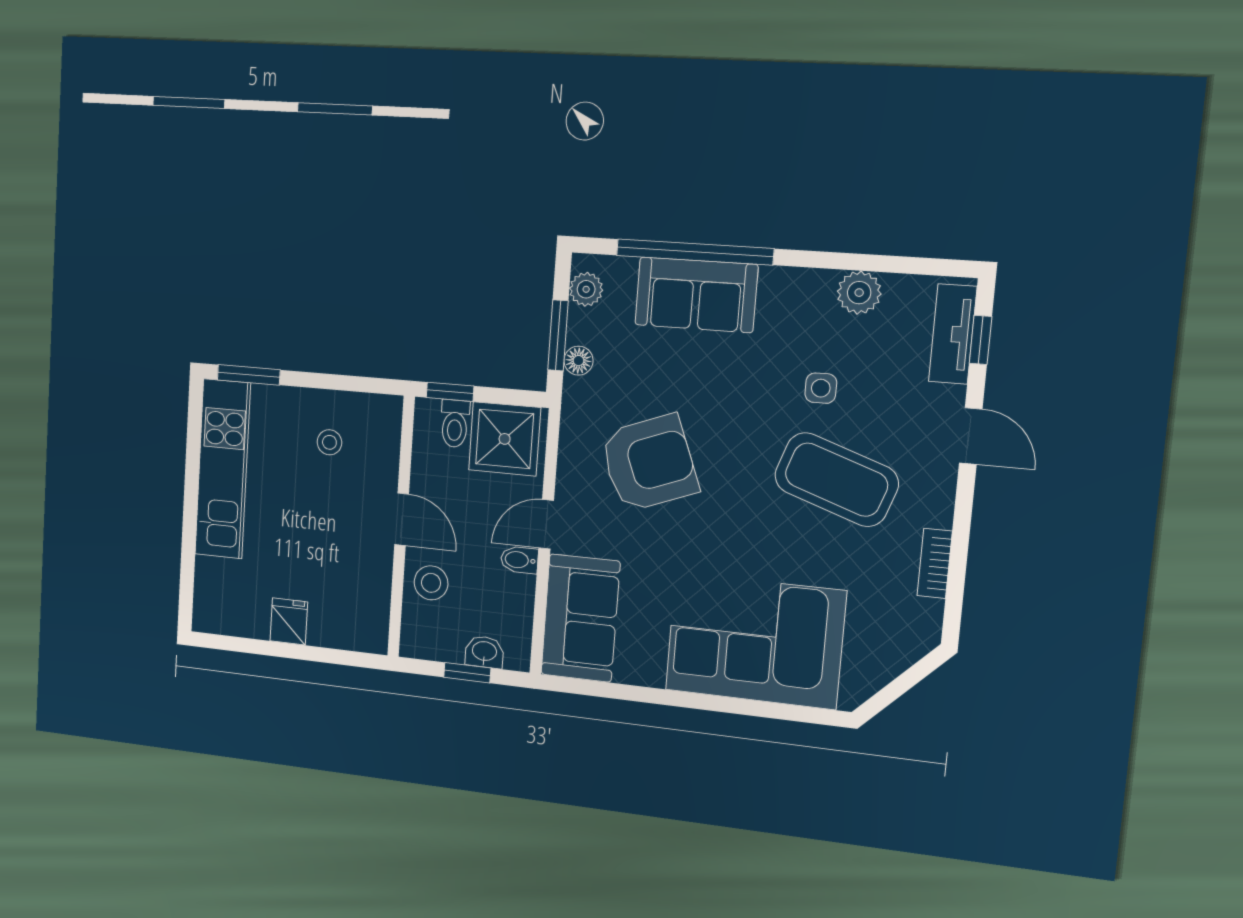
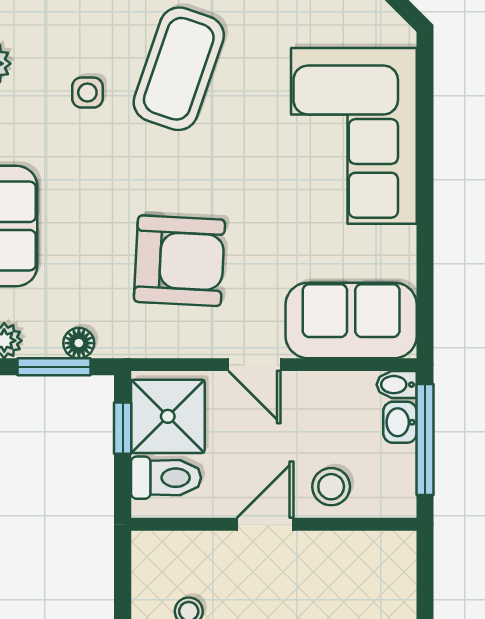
window: (450, 392) -> (123, 428), moved
toilet: (455, 424) -> (166, 478), width x1.37, depth x1.39
armchair: (649, 463) -> (179, 261), turned 114
bidet: (519, 560) -> (397, 385), moved, turned 90
window: (467, 673) -> (425, 440), width x2.17

